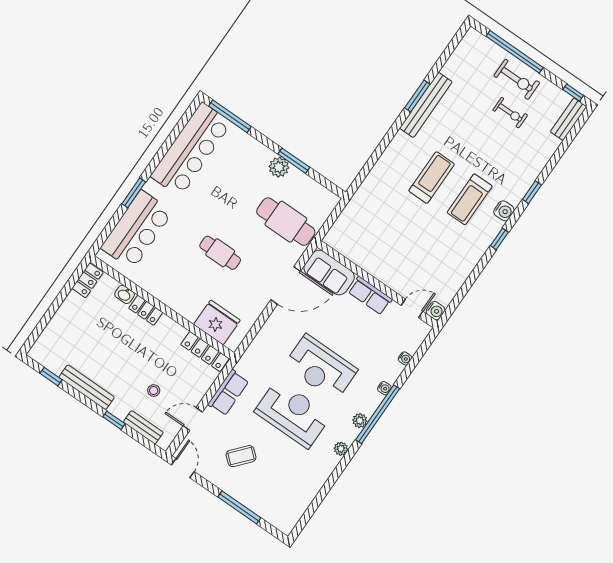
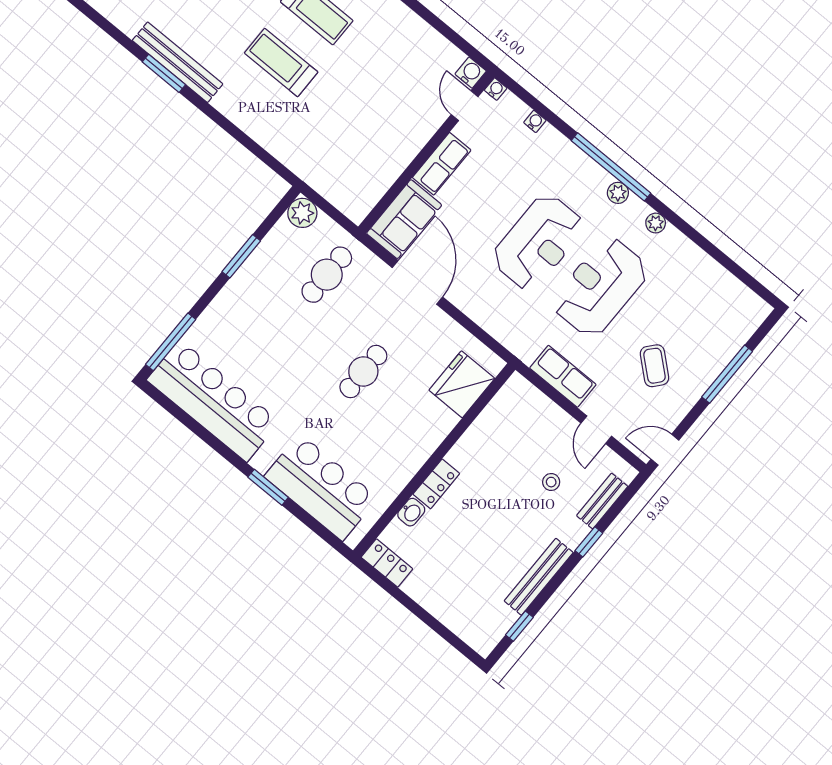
plant: (279, 167) -> (302, 213), moved
cafe table: (286, 222) -> (327, 275), width x0.73, depth x0.74
locker: (205, 352) -> (502, 405), removed
water cooler: (384, 388) -> (496, 89), moved

